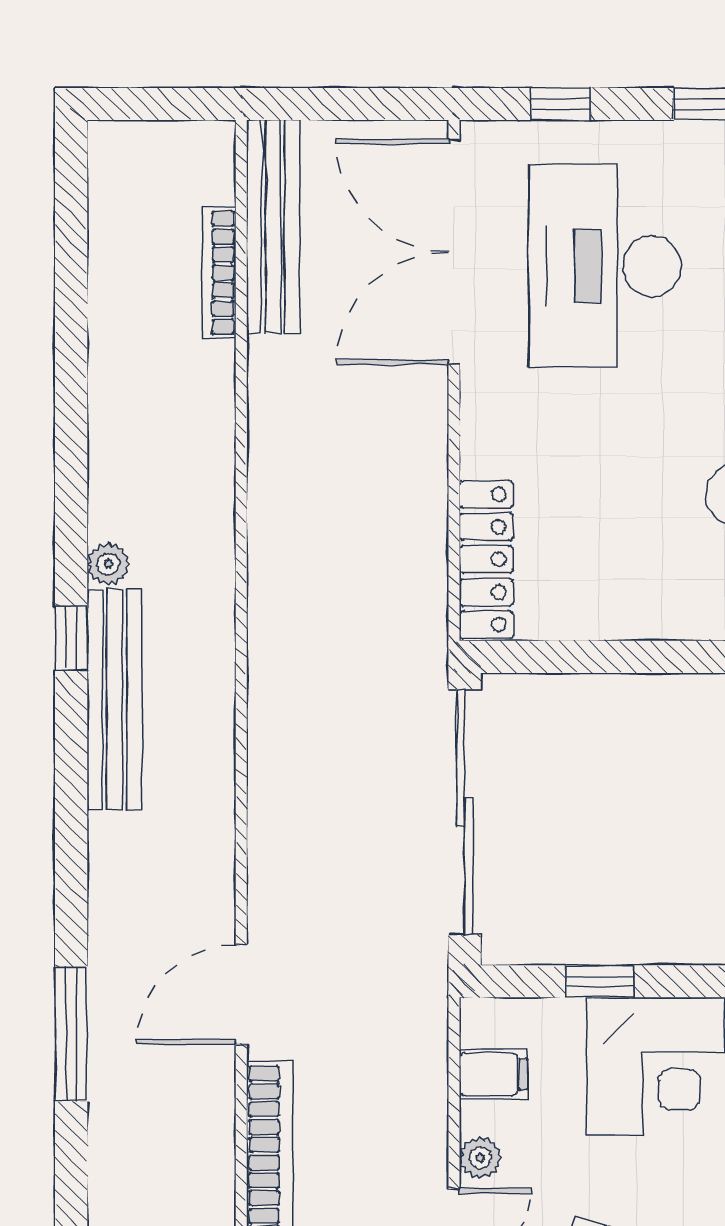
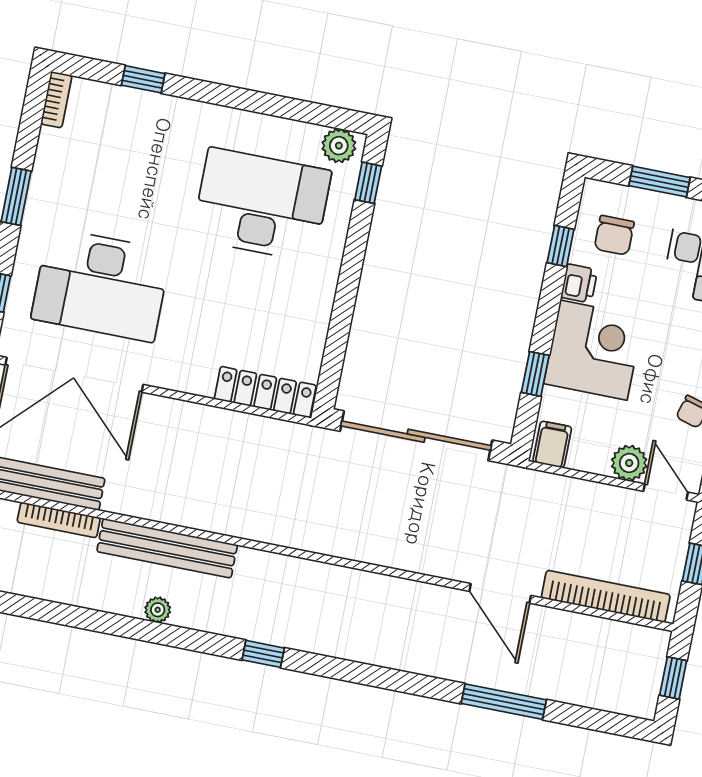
plant: (108, 564) -> (158, 610), moved
bench: (115, 700) -> (167, 548), moved
filing cabinet: (493, 1074) -> (552, 444), moved
plant: (480, 1158) -> (629, 463), width x1.38, depth x1.38

